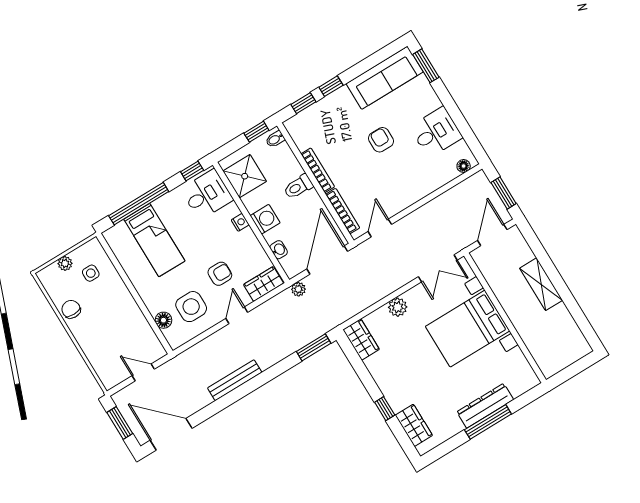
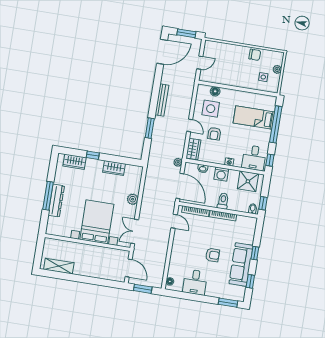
sofa: (385, 78) -> (241, 264), moved
window: (303, 103) -> (250, 281), moved
shelving: (541, 284) -> (59, 266), moved
wardrobe: (361, 340) -> (114, 168), moved
window: (314, 347) -> (150, 128), moved

